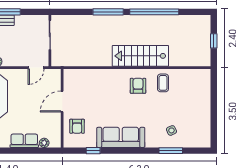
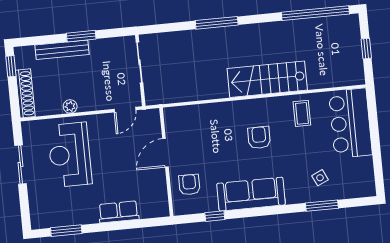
window: (154, 12) -> (315, 13), moved
armchair: (138, 86) -> (259, 138), moved
bar counter: (197, 93) -> (350, 123), added
armchair: (77, 126) -> (189, 185), turned 180
plant: (44, 143) -> (146, 212), removed

